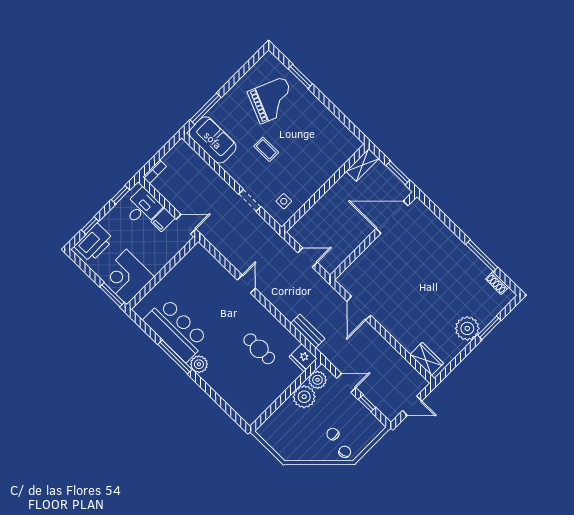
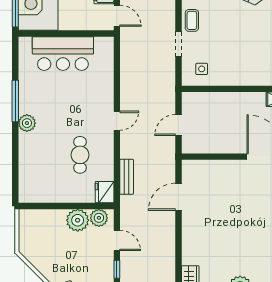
coffee table: (266, 149) -> (192, 20), moved
door: (307, 257) -> (178, 125), swing flipped
door: (246, 284) -> (117, 121), moved
bar counter: (176, 330) -> (63, 54), moved, turned 90
chair: (333, 434) -> (71, 267), removed

